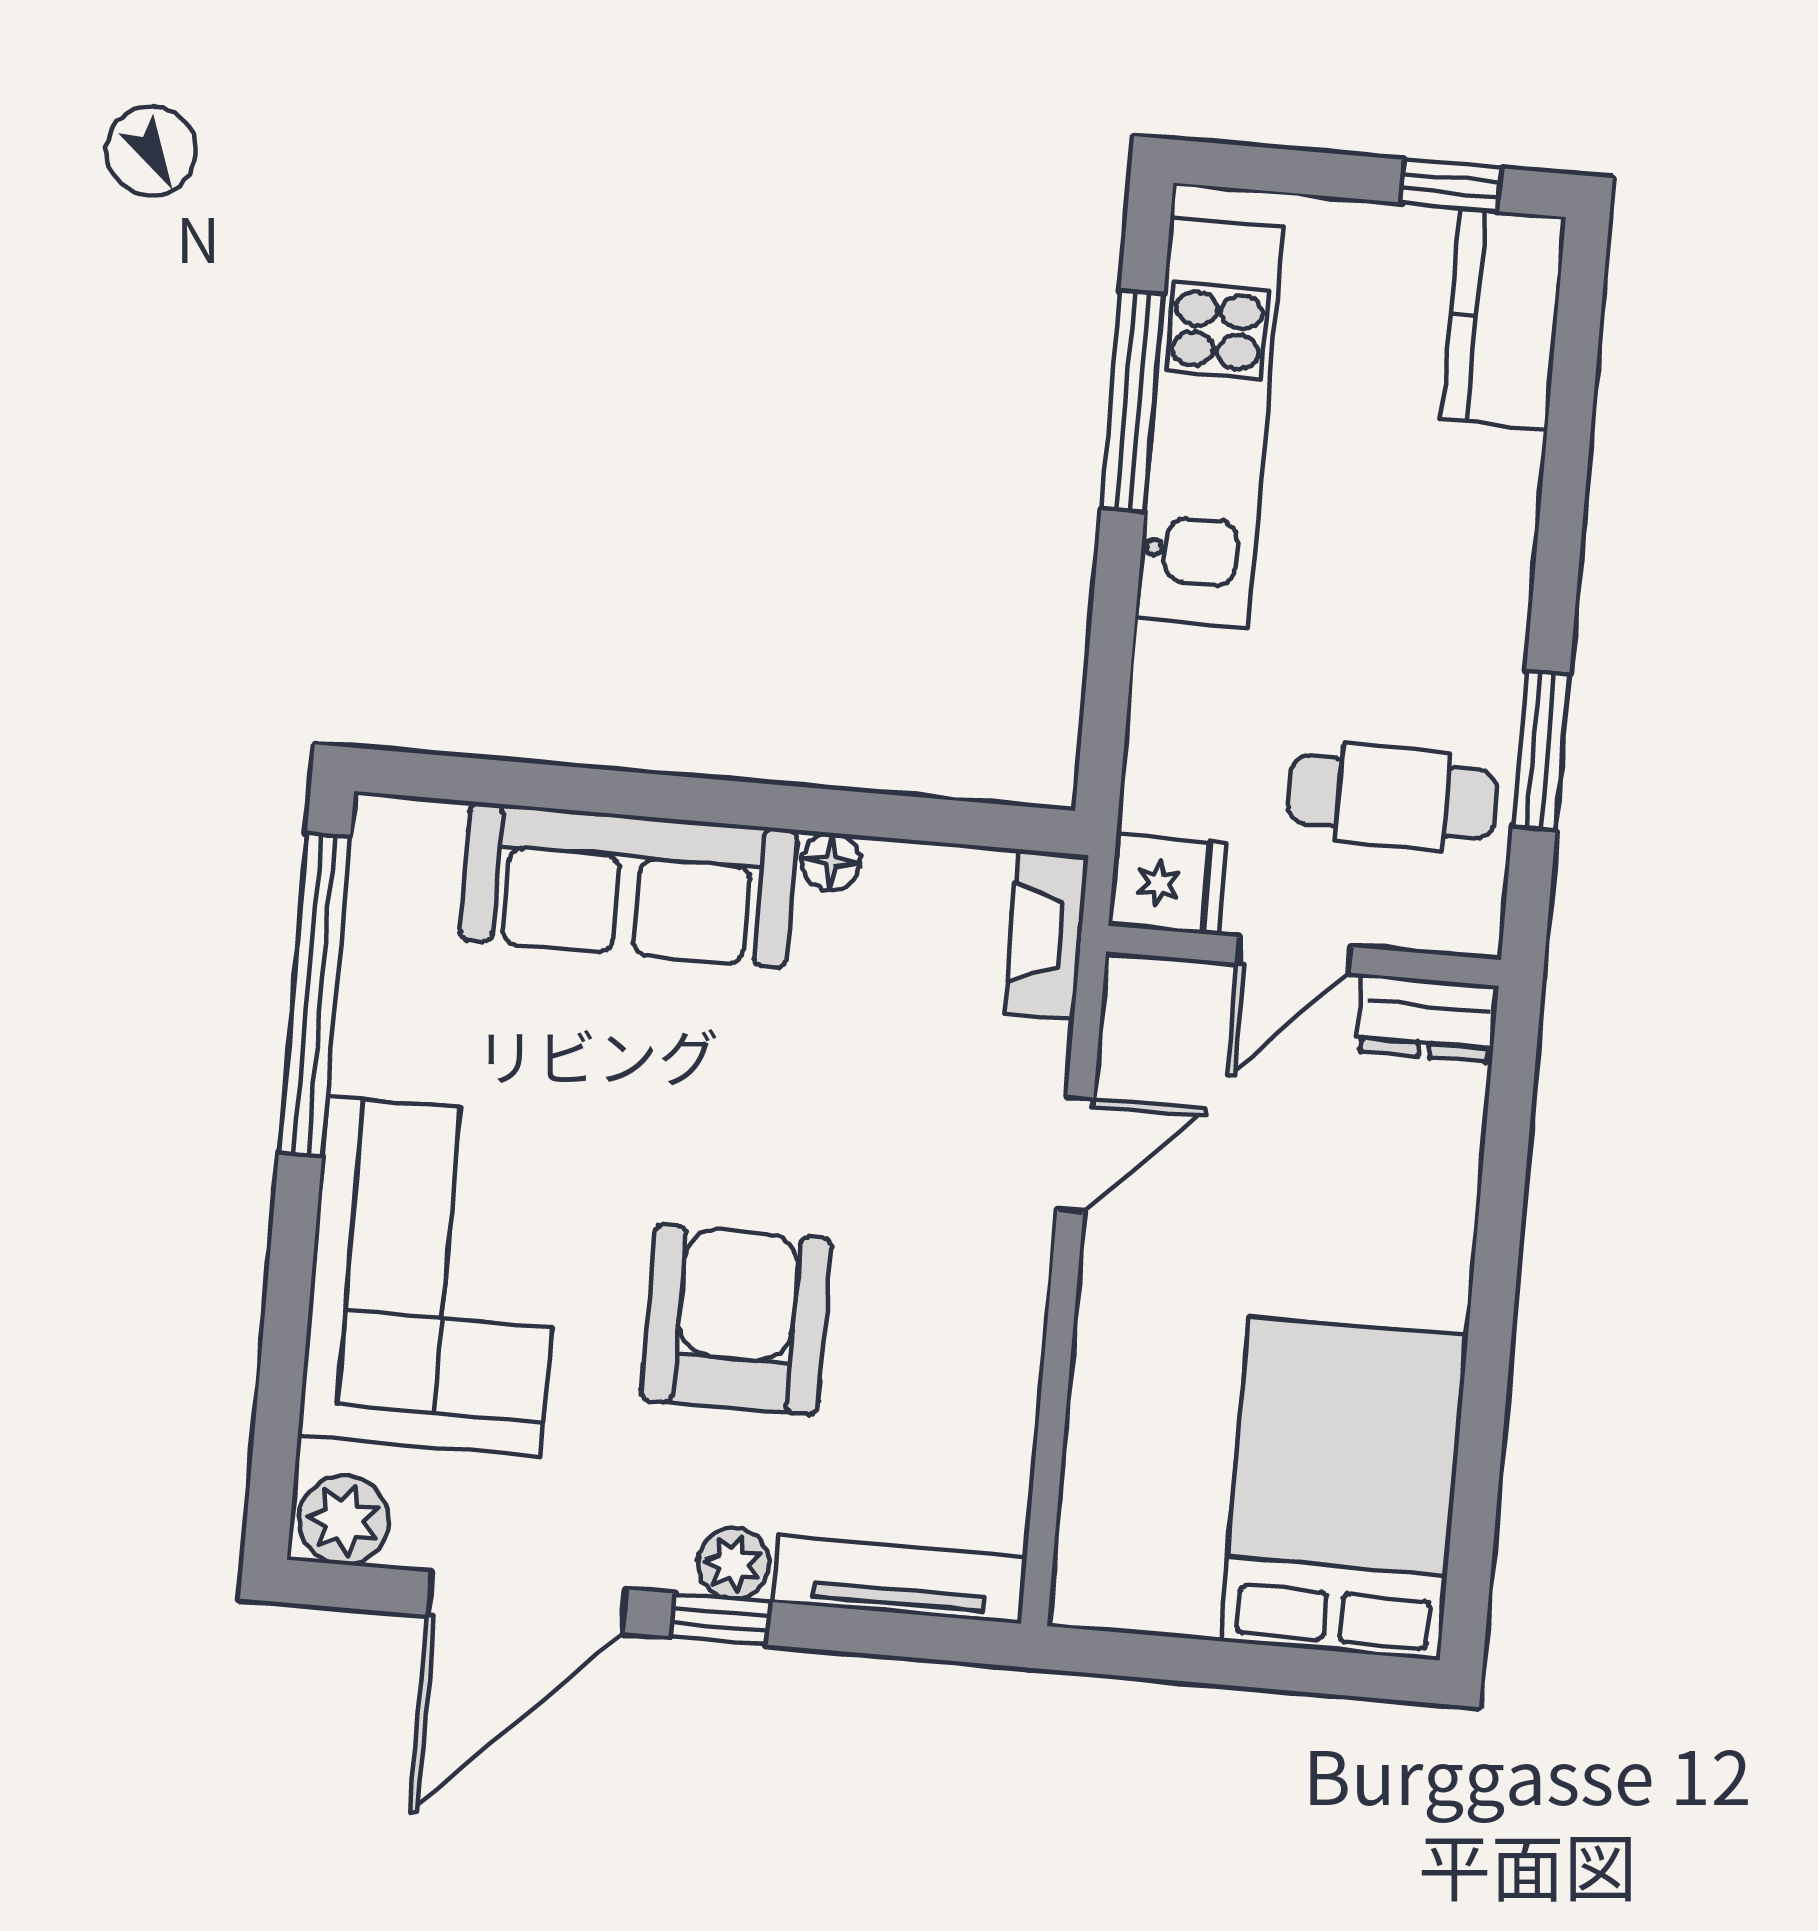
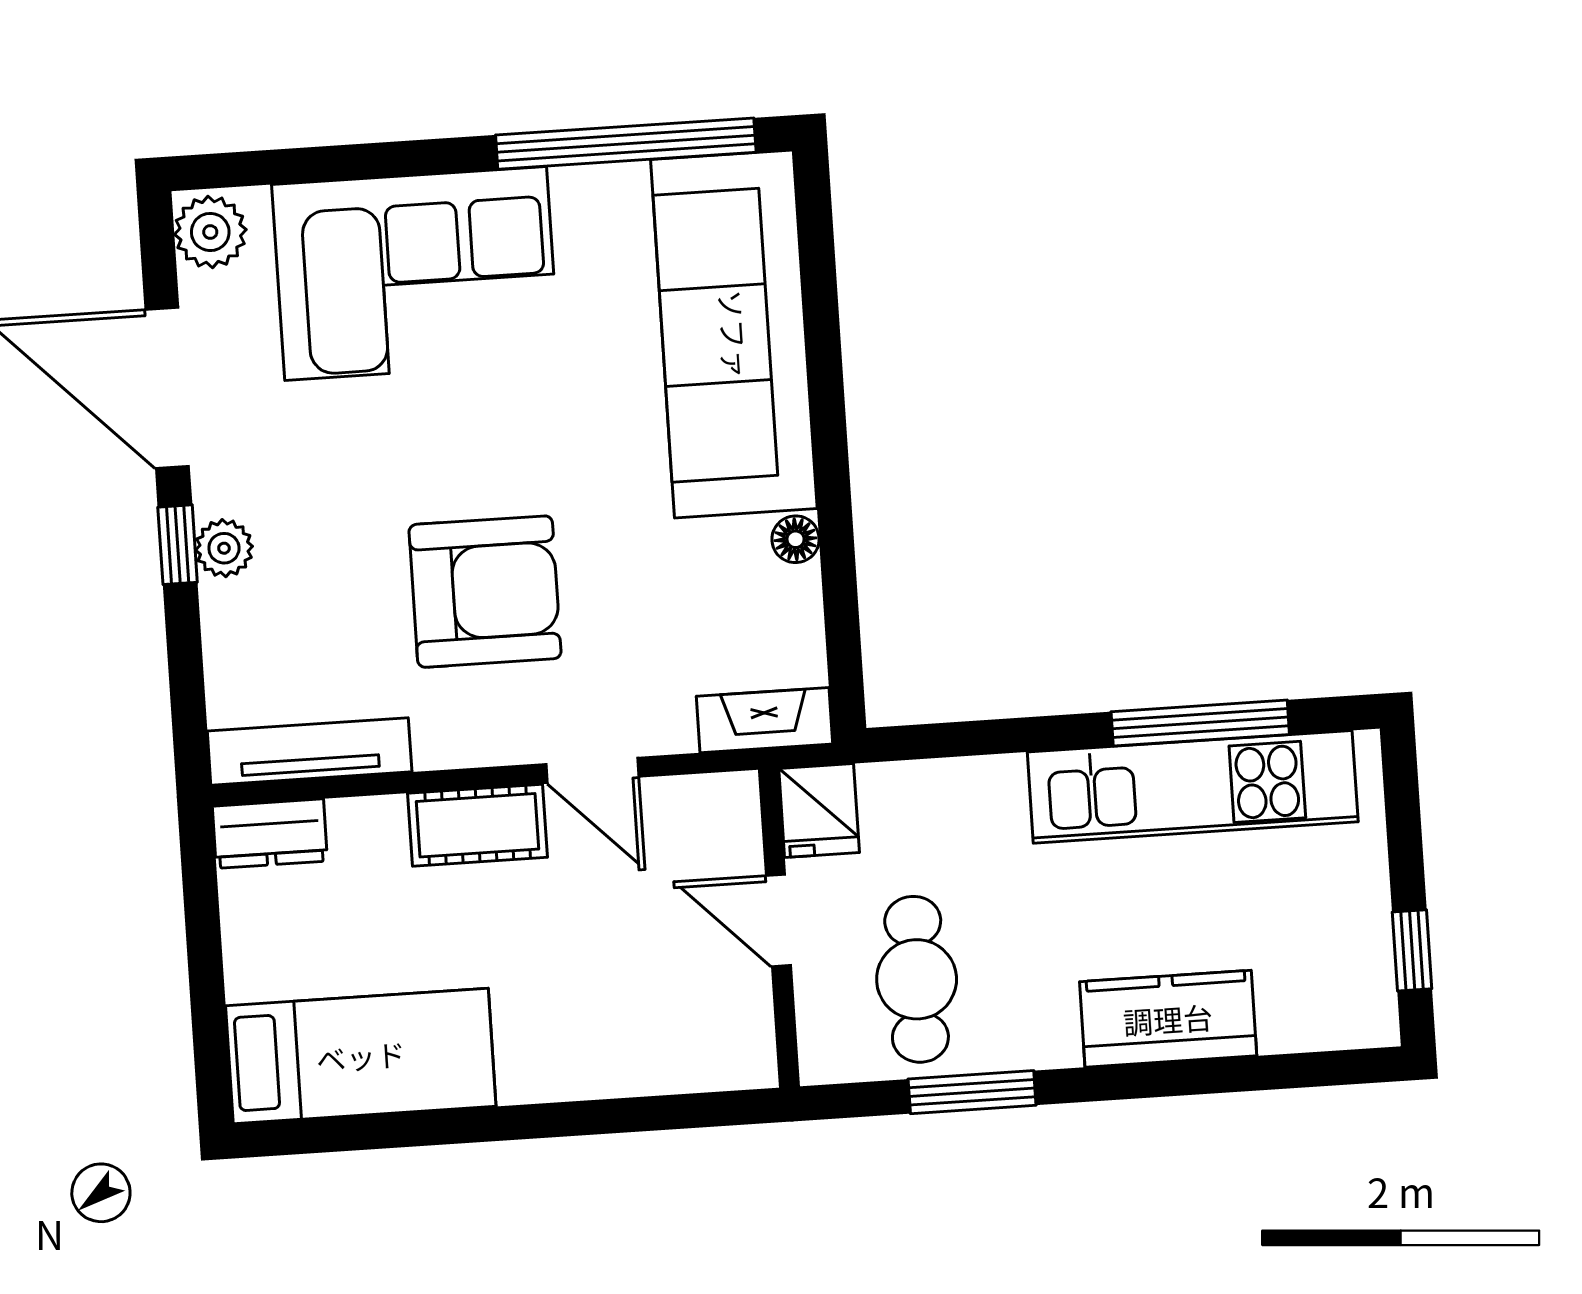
kitchen counter: (1504, 318) -> (1168, 1019), moved
sofa: (628, 885) -> (734, 334), width x1.36, depth x1.27
dresser: (1427, 1018) -> (270, 834), moved, turned -90
cot: (1121, 1305) -> (477, 825), added
armchair: (736, 1319) -> (485, 592), moved
bed: (1344, 1489) -> (361, 1056), width x0.67
tv unit: (900, 1579) -> (310, 751), moved, turned -90

